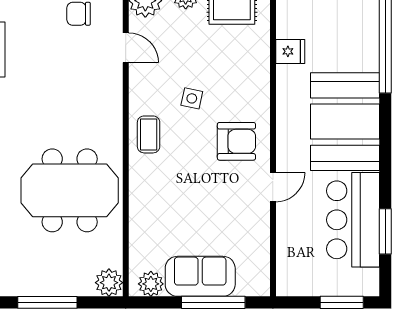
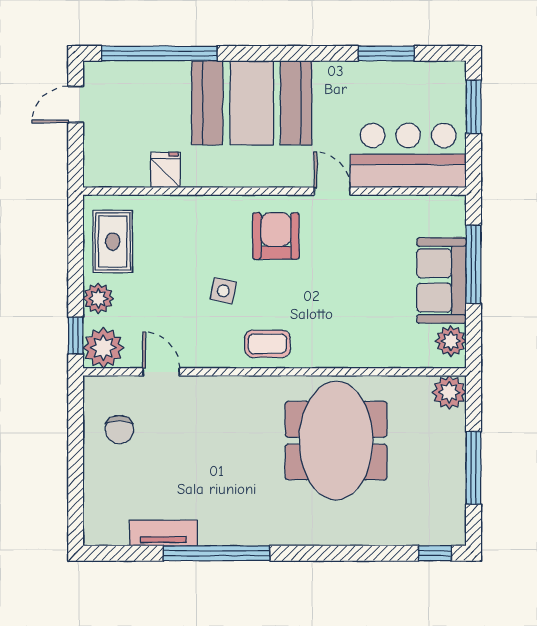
door: (126, 48) -> (161, 372), hinge flipped
bar counter: (353, 220) -> (408, 155), moved, turned 180

